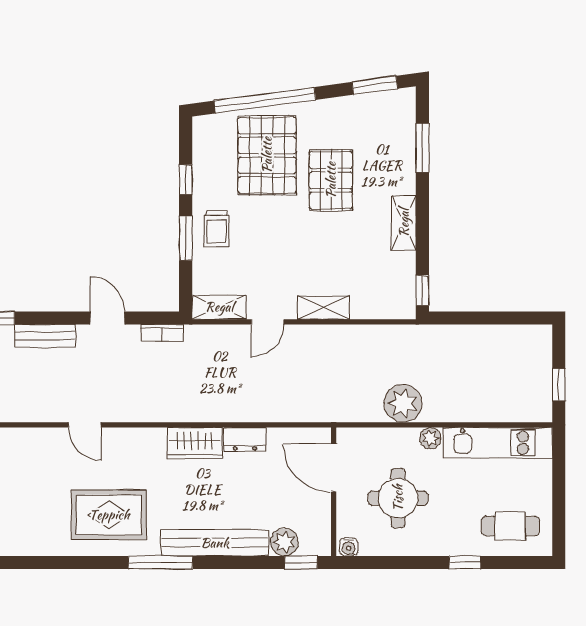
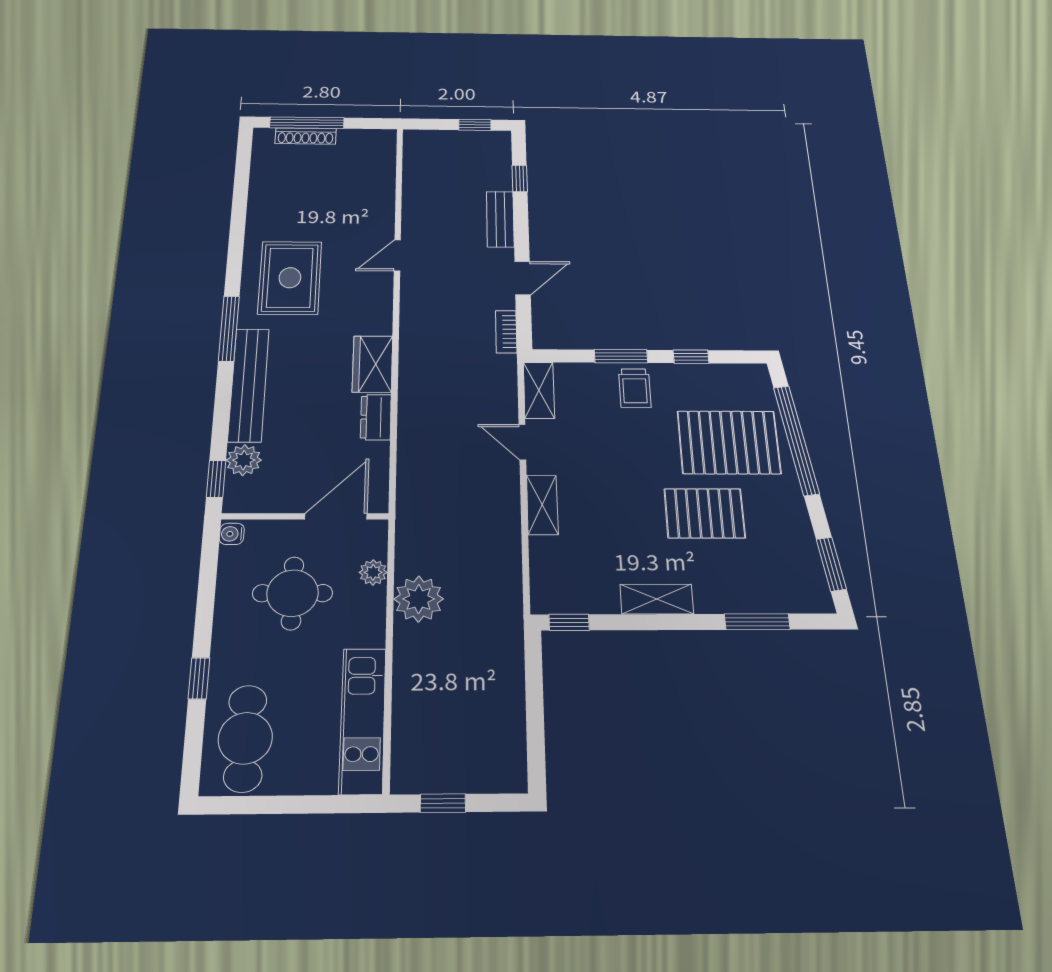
trolley: (216, 229) -> (635, 388), turned -90
plant: (430, 438) -> (373, 572), moved
cafe table: (510, 526) -> (245, 738), width x1.37, depth x1.35

